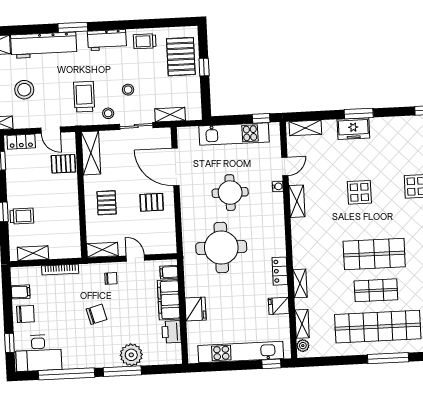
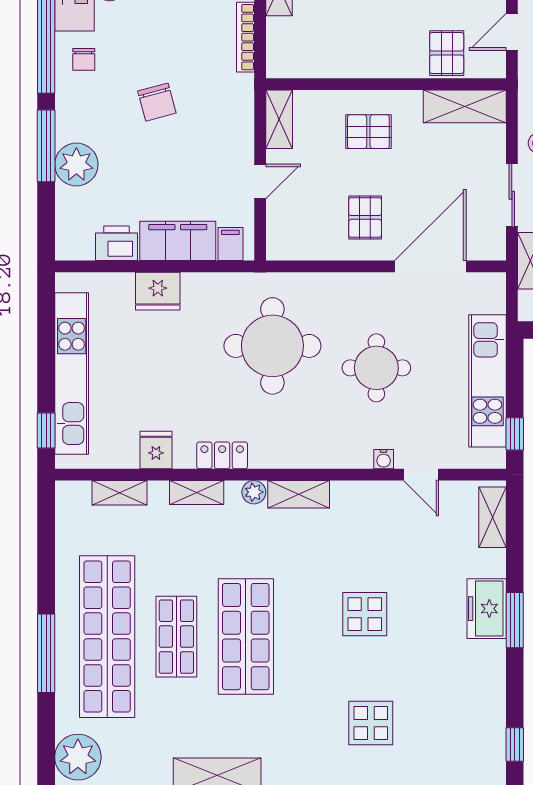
shelving: (297, 201) -> (299, 494), moved
chair: (111, 278) -> (84, 59), moved
plant: (303, 346) -> (254, 492), moved

